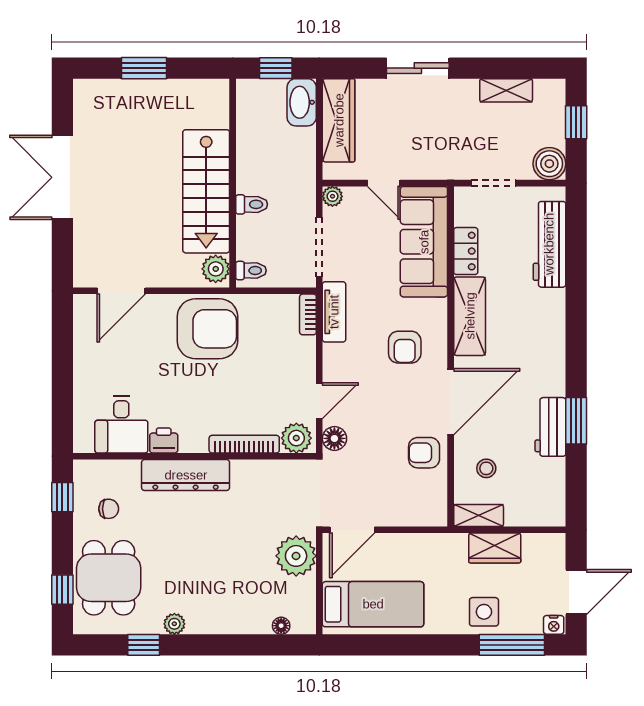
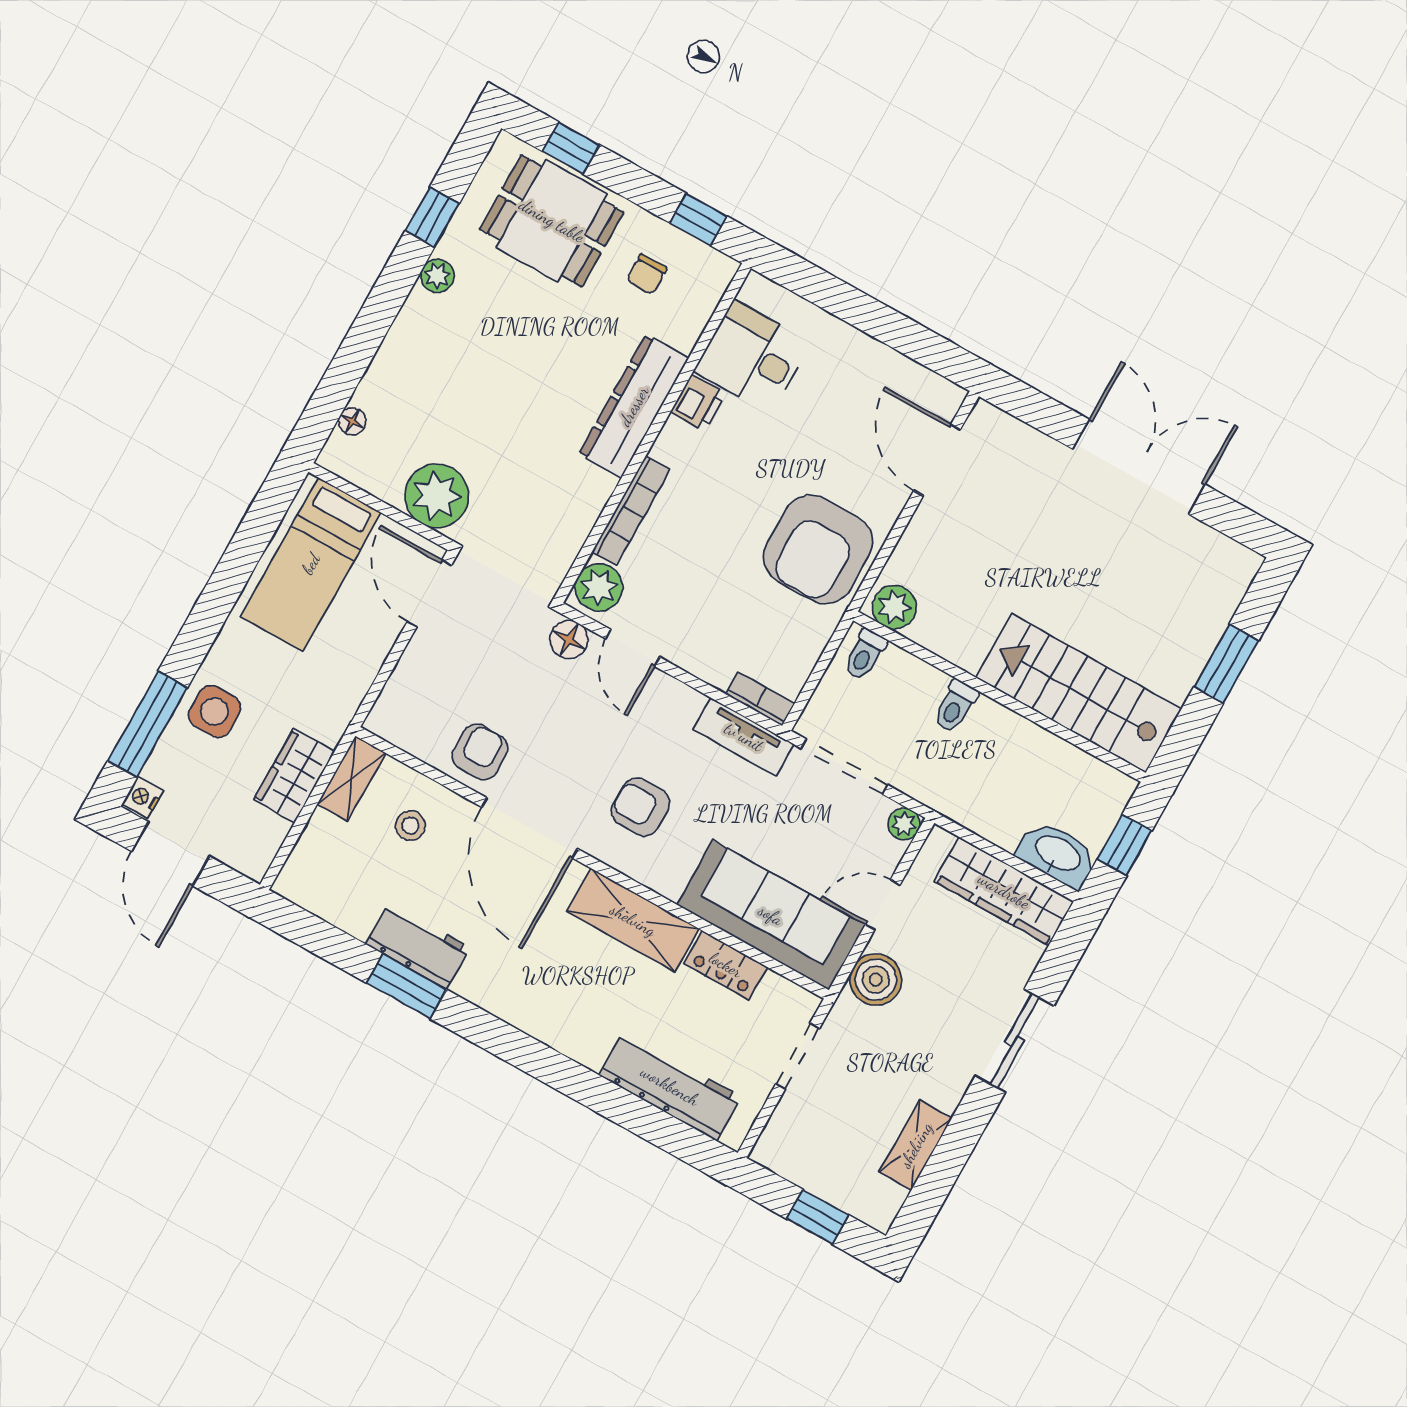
boiler: (549, 164) -> (876, 980), moved
stairs: (206, 191) -> (1079, 693), moved

